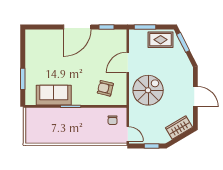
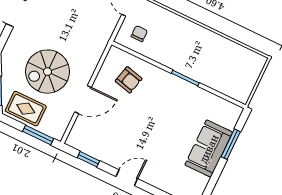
door: (77, 27) -> (127, 178), width x0.53
spiral stairs: (148, 90) -> (47, 72), moved
sofa: (54, 95) -> (209, 149), moved, turned 90

